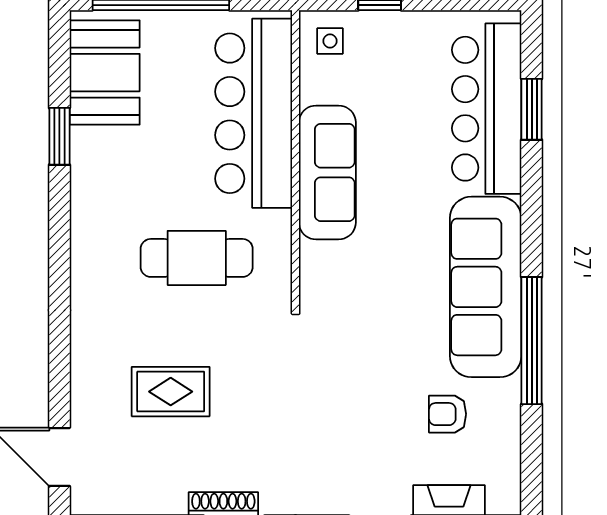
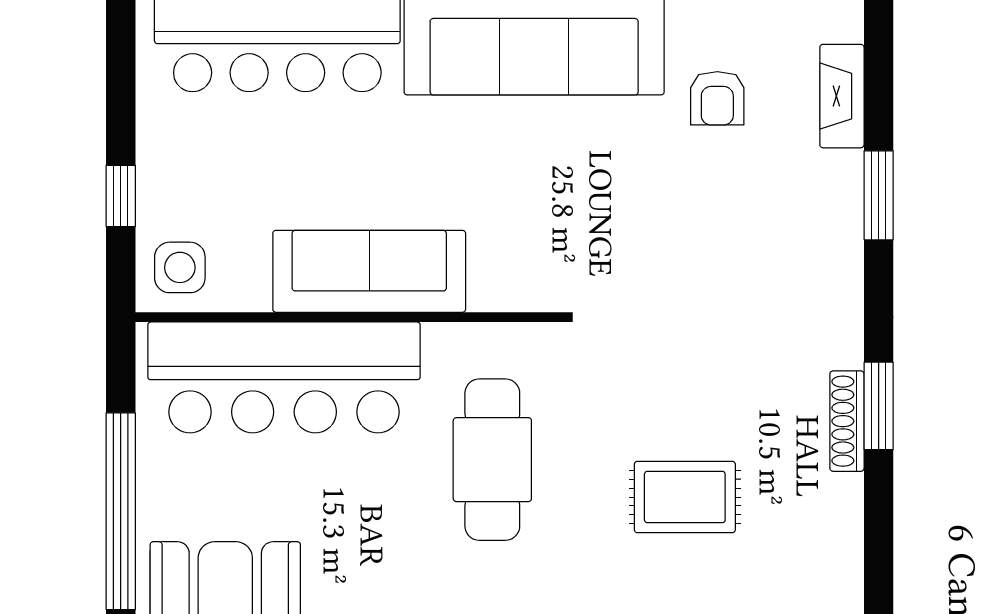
side table: (330, 41) -> (180, 267), width x1.37, depth x1.37
rug: (171, 392) -> (685, 497), turned 90

